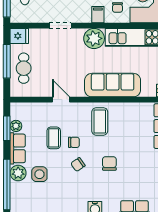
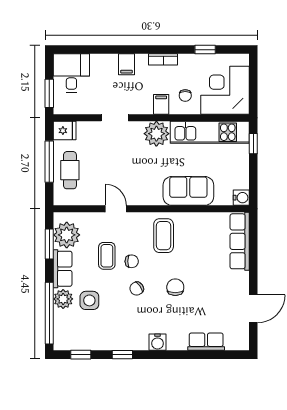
sofa: (113, 85) -> (188, 191), width x0.73
plant: (16, 126) -> (67, 235), width x1.87, depth x1.87

